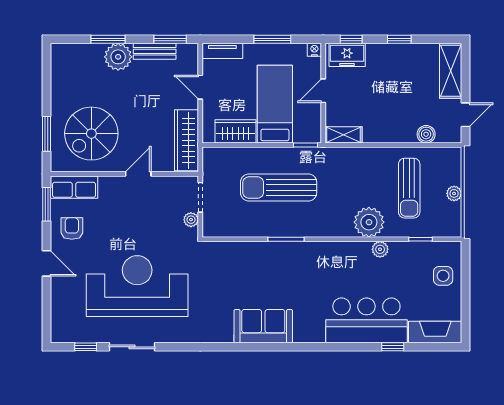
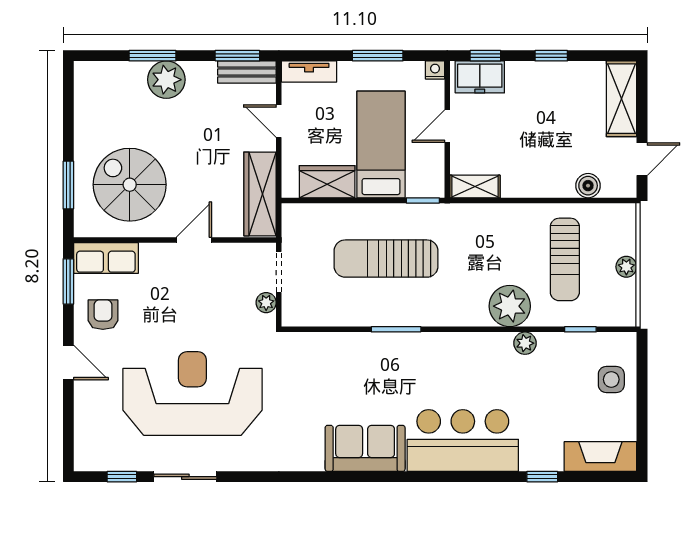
bench: (155, 51) -> (247, 72), moved
spiral stairs: (91, 134) -> (130, 185), turned 90
bar counter: (366, 320) -> (463, 441), moved

